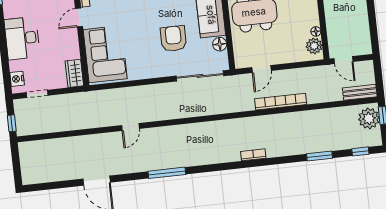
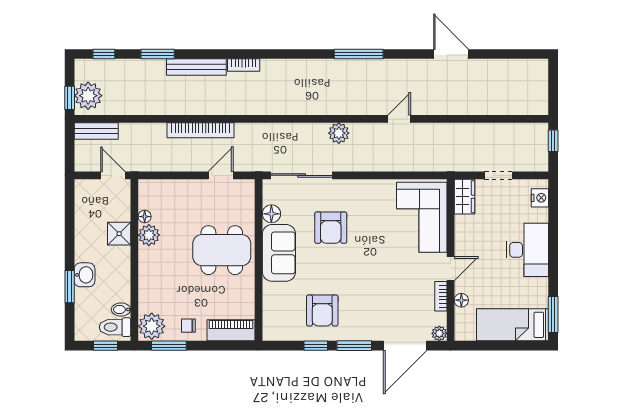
shower: (334, 16) -> (119, 234), added
plant: (314, 46) -> (149, 235), moved
doorway: (37, 94) -> (498, 175), moved
plant: (175, 111) -> (339, 133), added
bench: (289, 149) -> (196, 67), added

